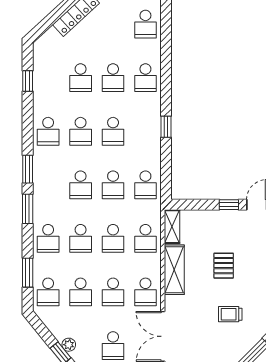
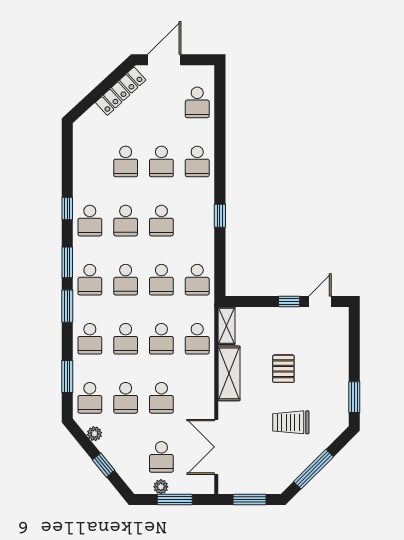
window: (28, 81) -> (67, 208), moved
school desk: (145, 292) -> (90, 280), moved
trolley: (230, 314) -> (291, 422), width x1.36, depth x1.39
plant: (69, 345) -> (95, 434), moved

